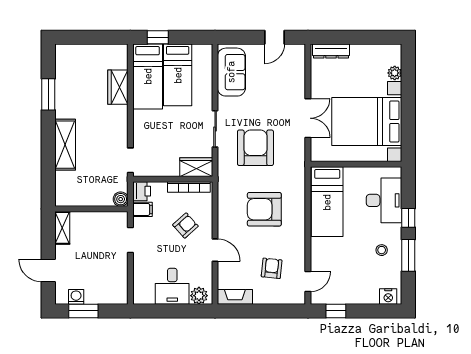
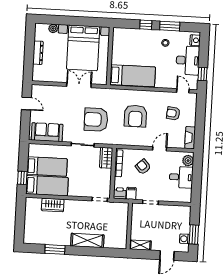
dresser: (331, 51) -> (38, 53), moved
boiler: (121, 199) -> (124, 207), removed
desk: (384, 200) -> (188, 60), moved, turned 90

